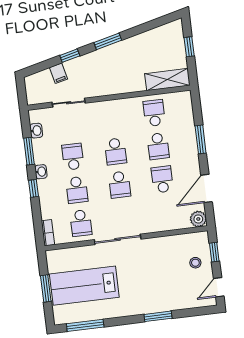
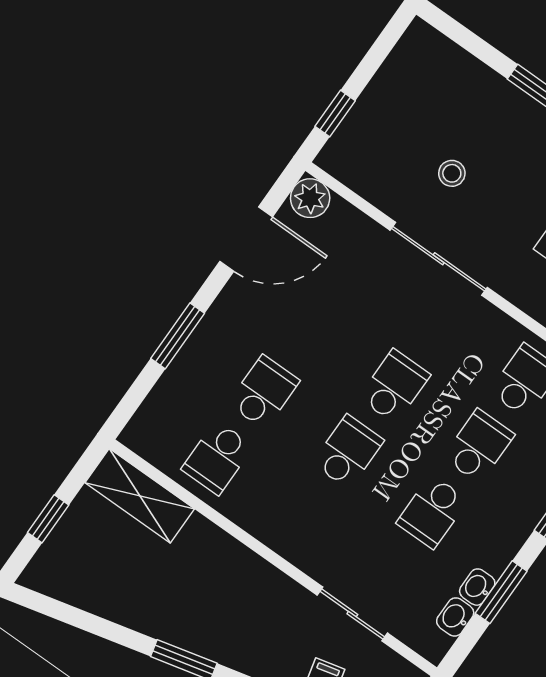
washbasin: (41, 172) -> (477, 587), moved
school desk: (162, 179) -> (310, 327), removed
sliding door: (118, 239) -> (439, 259), moved
stool: (195, 263) -> (452, 173), moved
door: (219, 287) -> (384, 44), removed

